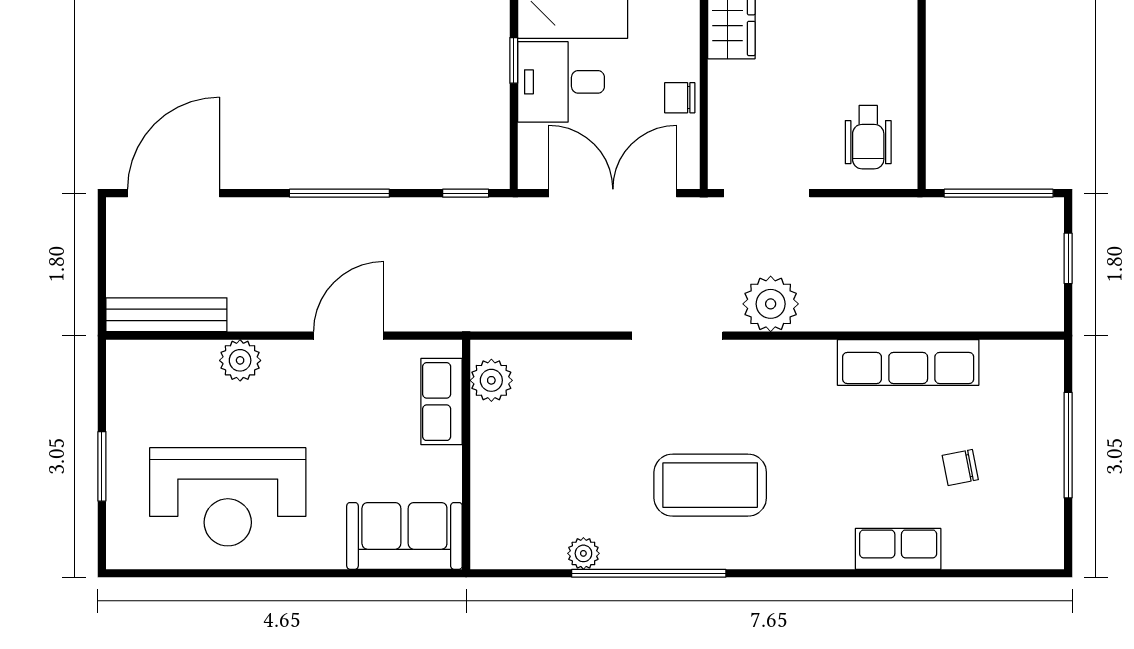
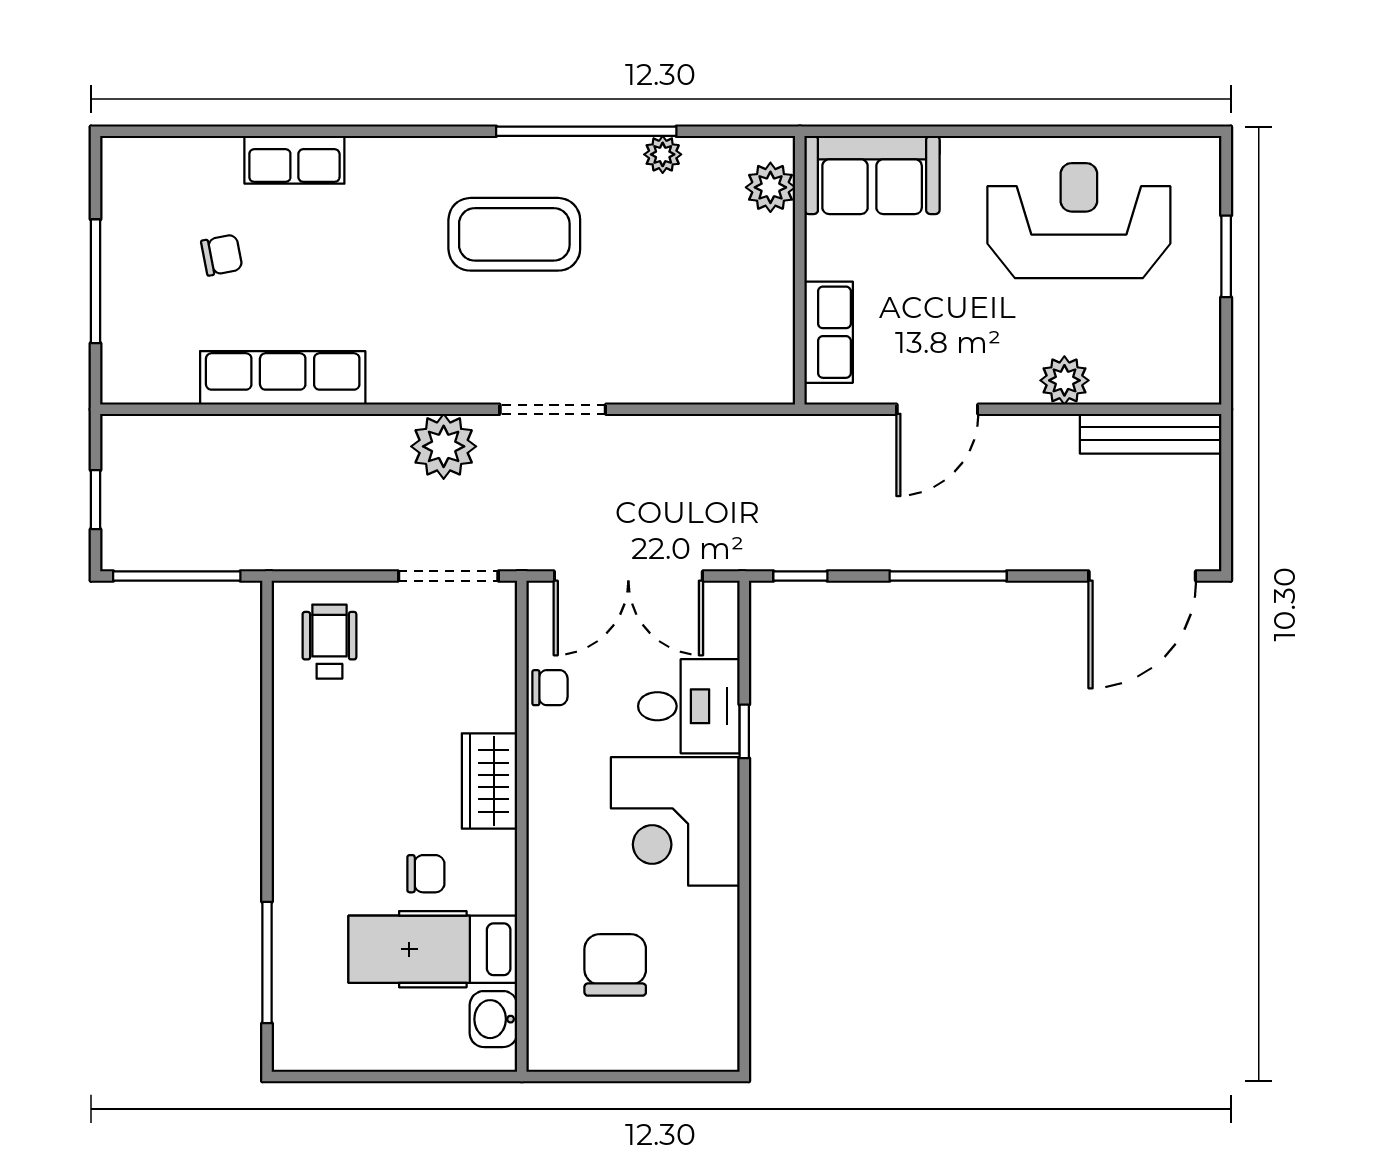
plant: (491, 380) -> (770, 187), moved

